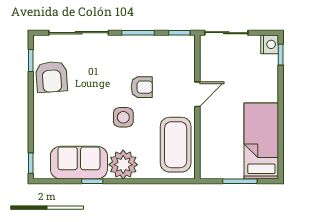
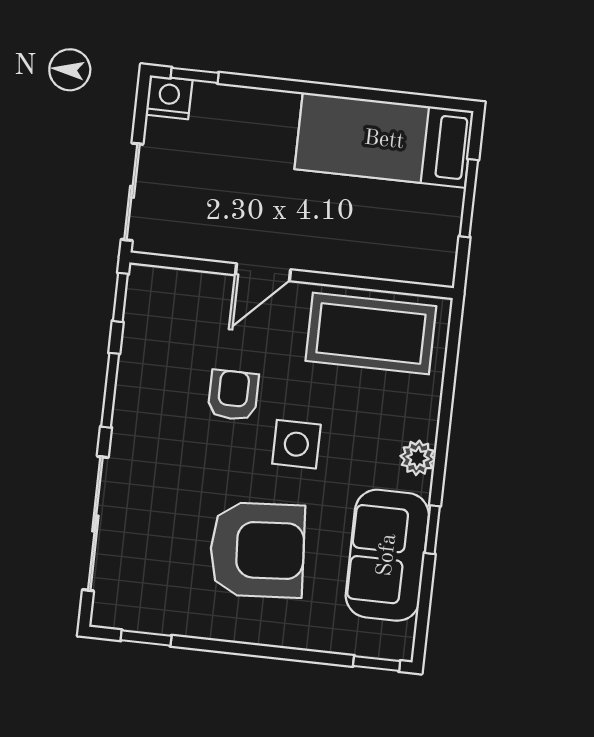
armchair: (52, 77) -> (257, 550), moved, width x1.36, depth x1.36
door: (197, 94) -> (263, 272), swing flipped
plant: (123, 165) -> (418, 458), width x0.53, depth x0.53

